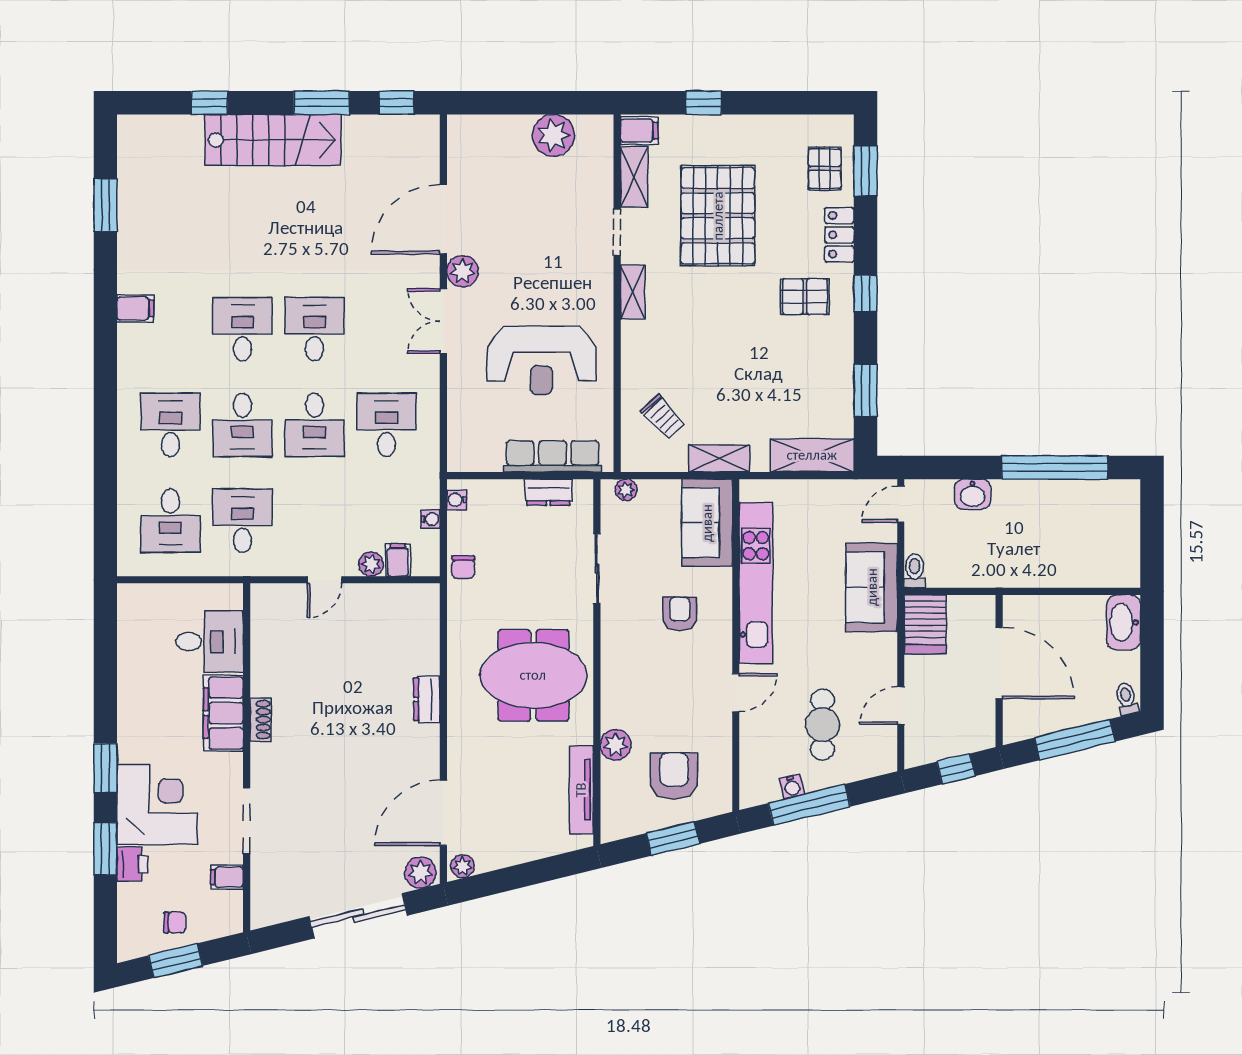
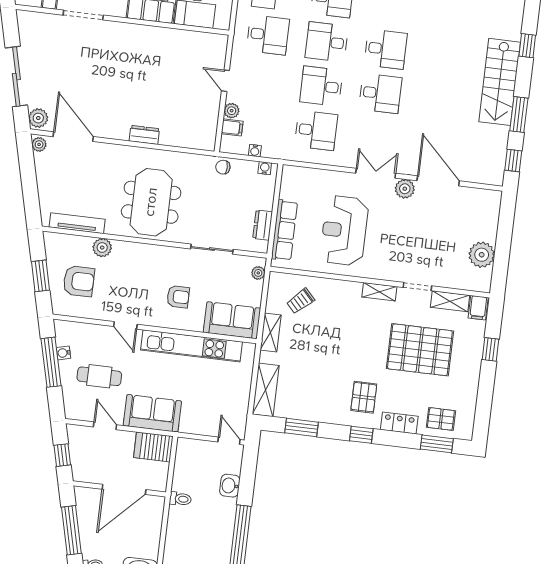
toilet: (915, 571) -> (180, 499), moved
sofa: (872, 587) -> (152, 413), moved
shoe rack: (261, 720) -> (144, 31), removed

